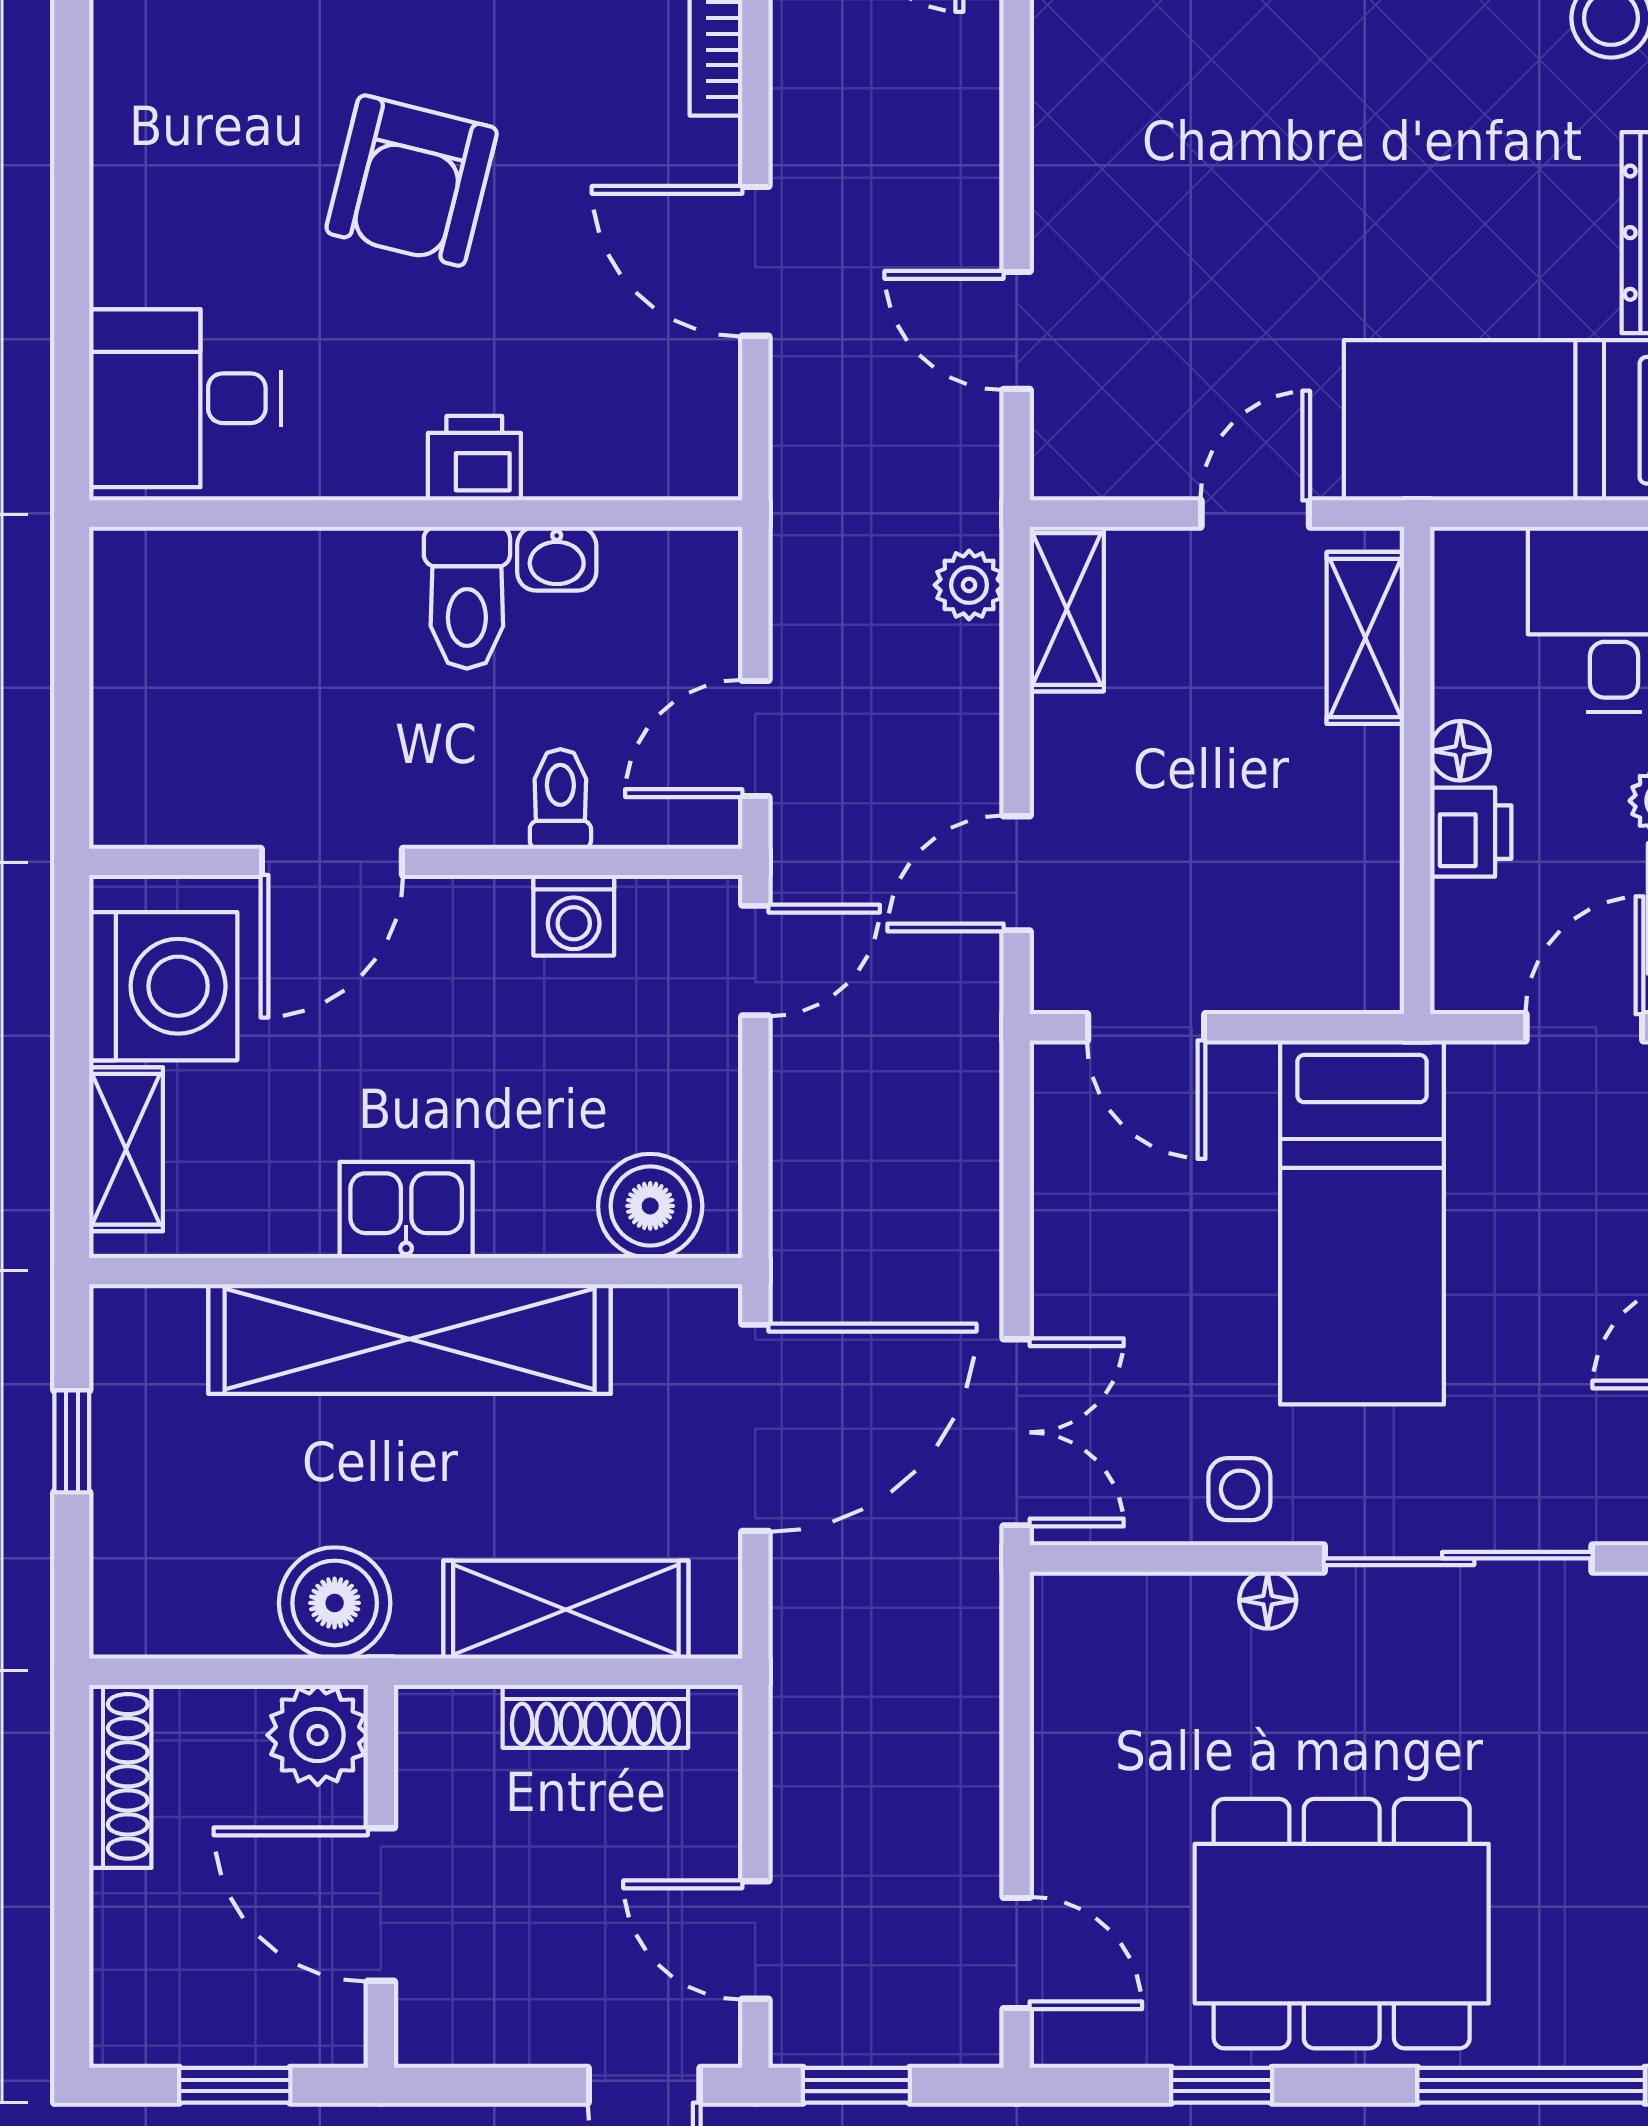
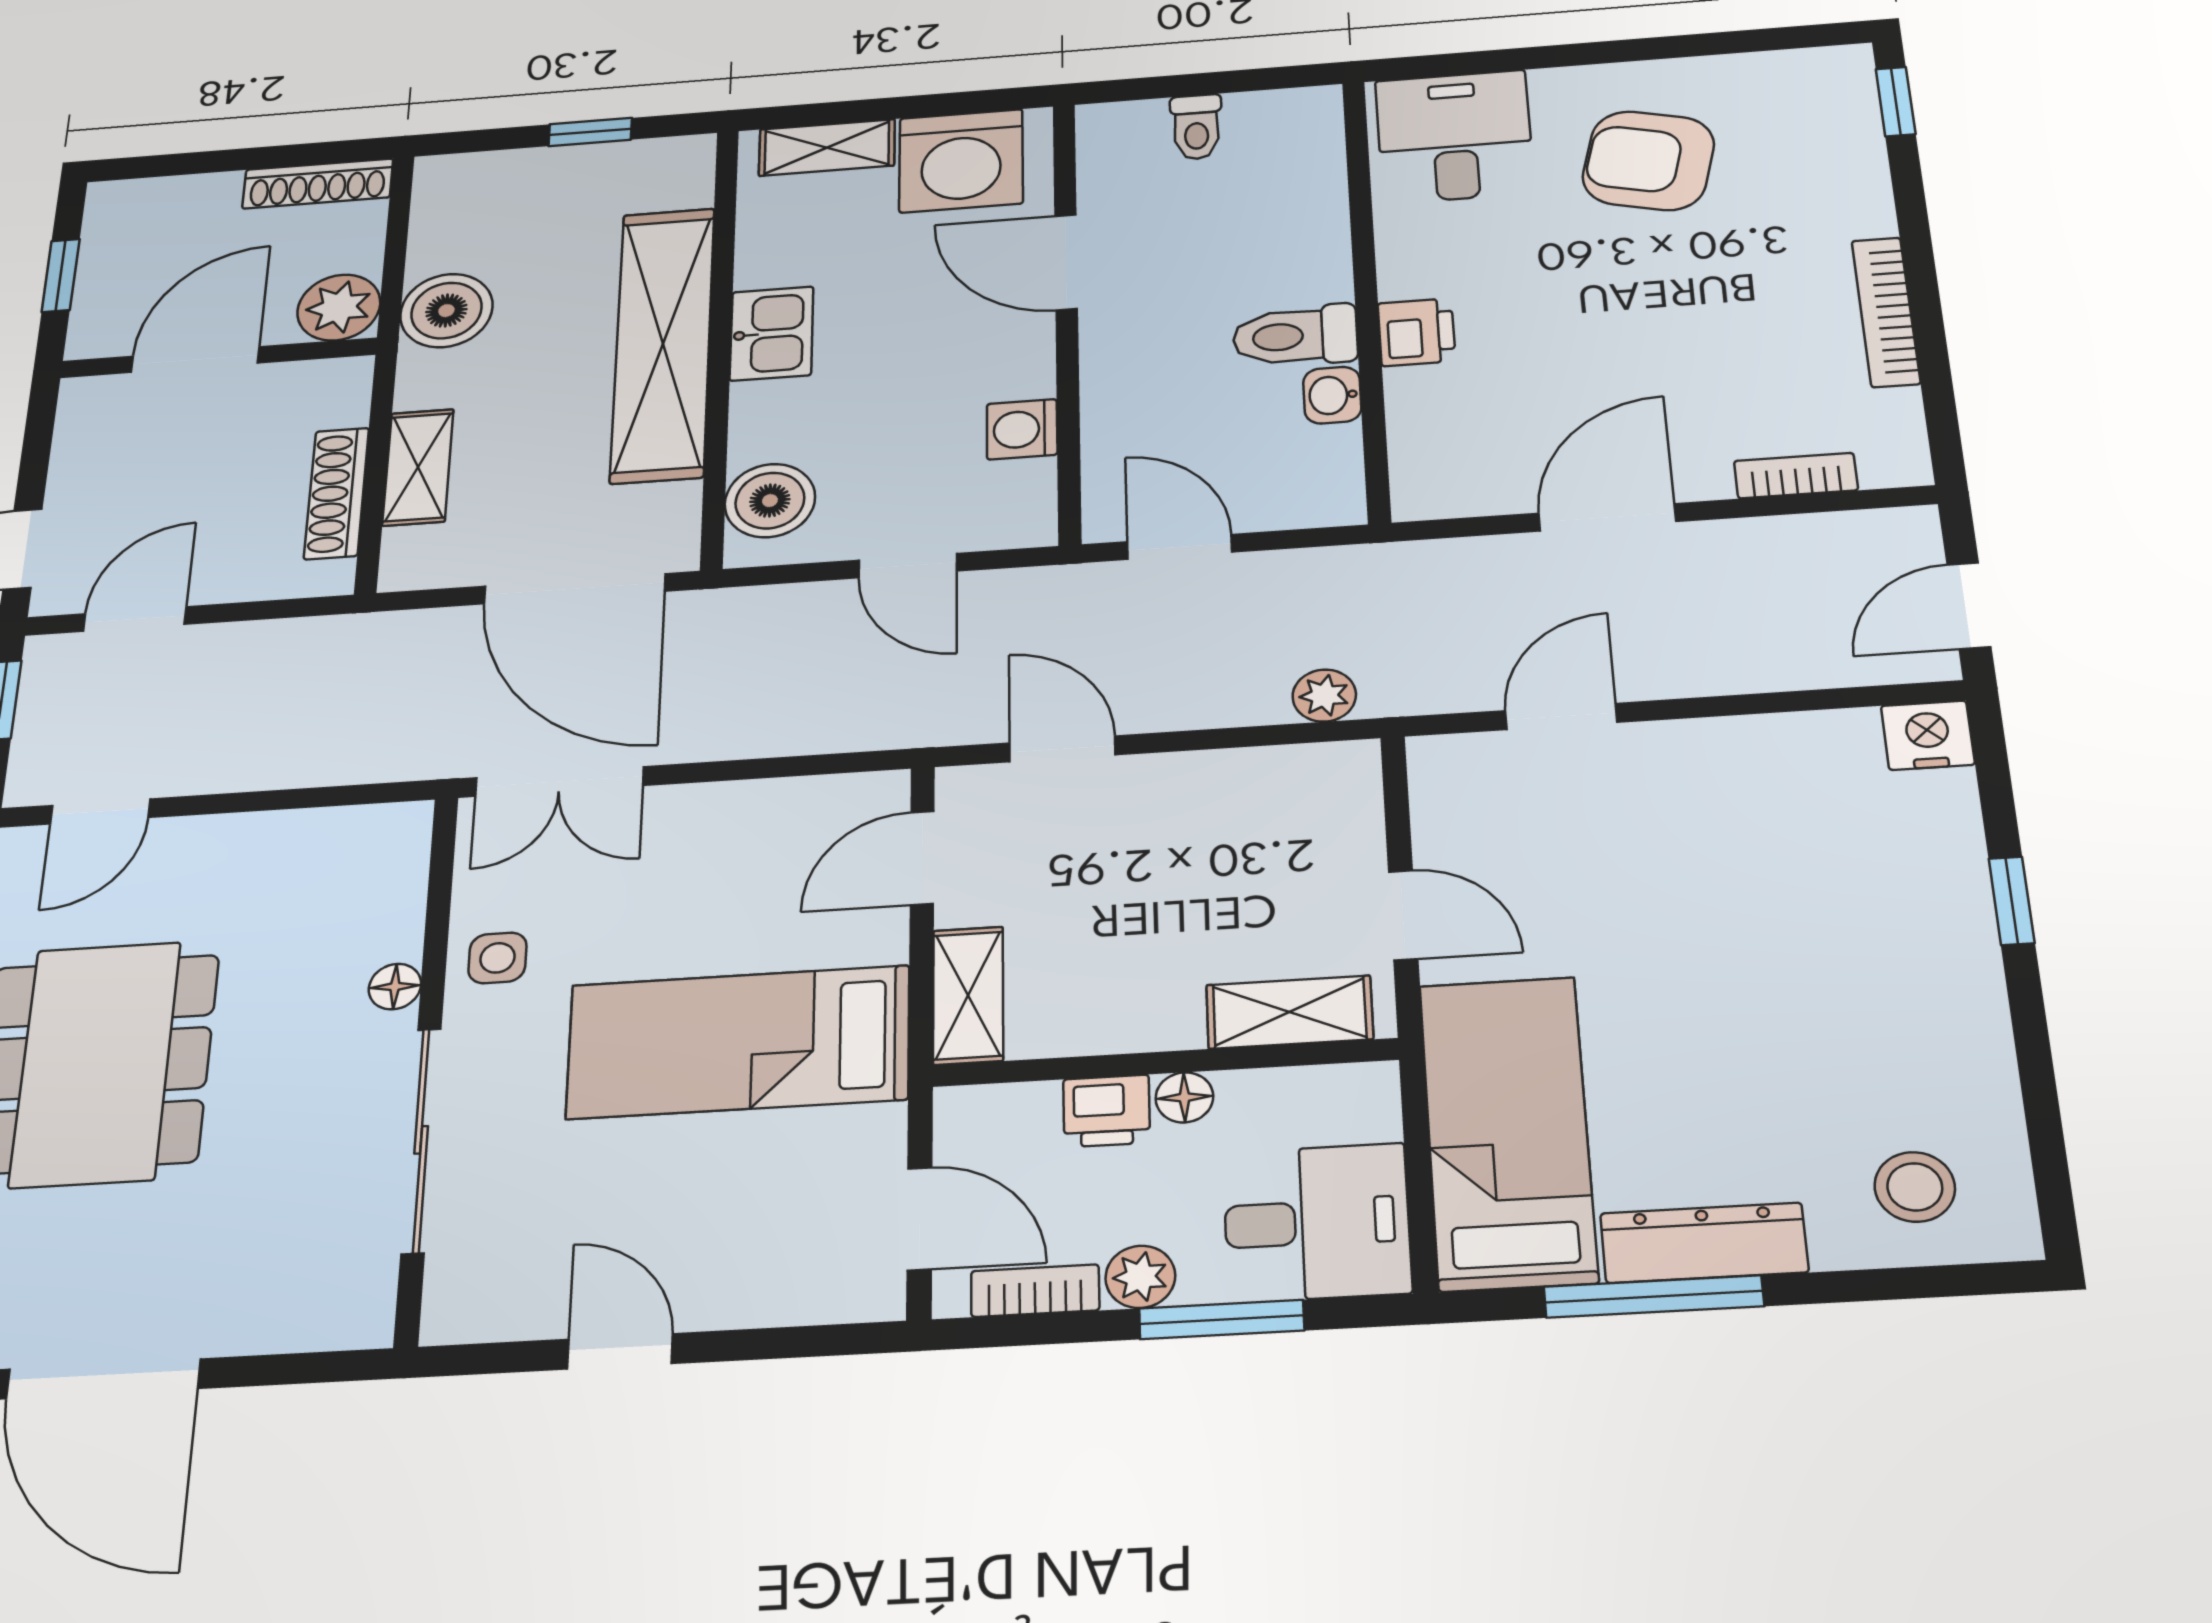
armchair: (412, 181) -> (1648, 161), moved
shelving: (1067, 609) -> (968, 995), moved, turned 90
toilet: (560, 799) -> (1196, 127), moved, turned 90
door: (755, 961) -> (908, 566), moved
shelving: (566, 1610) -> (418, 467), width x0.67, depth x0.75

